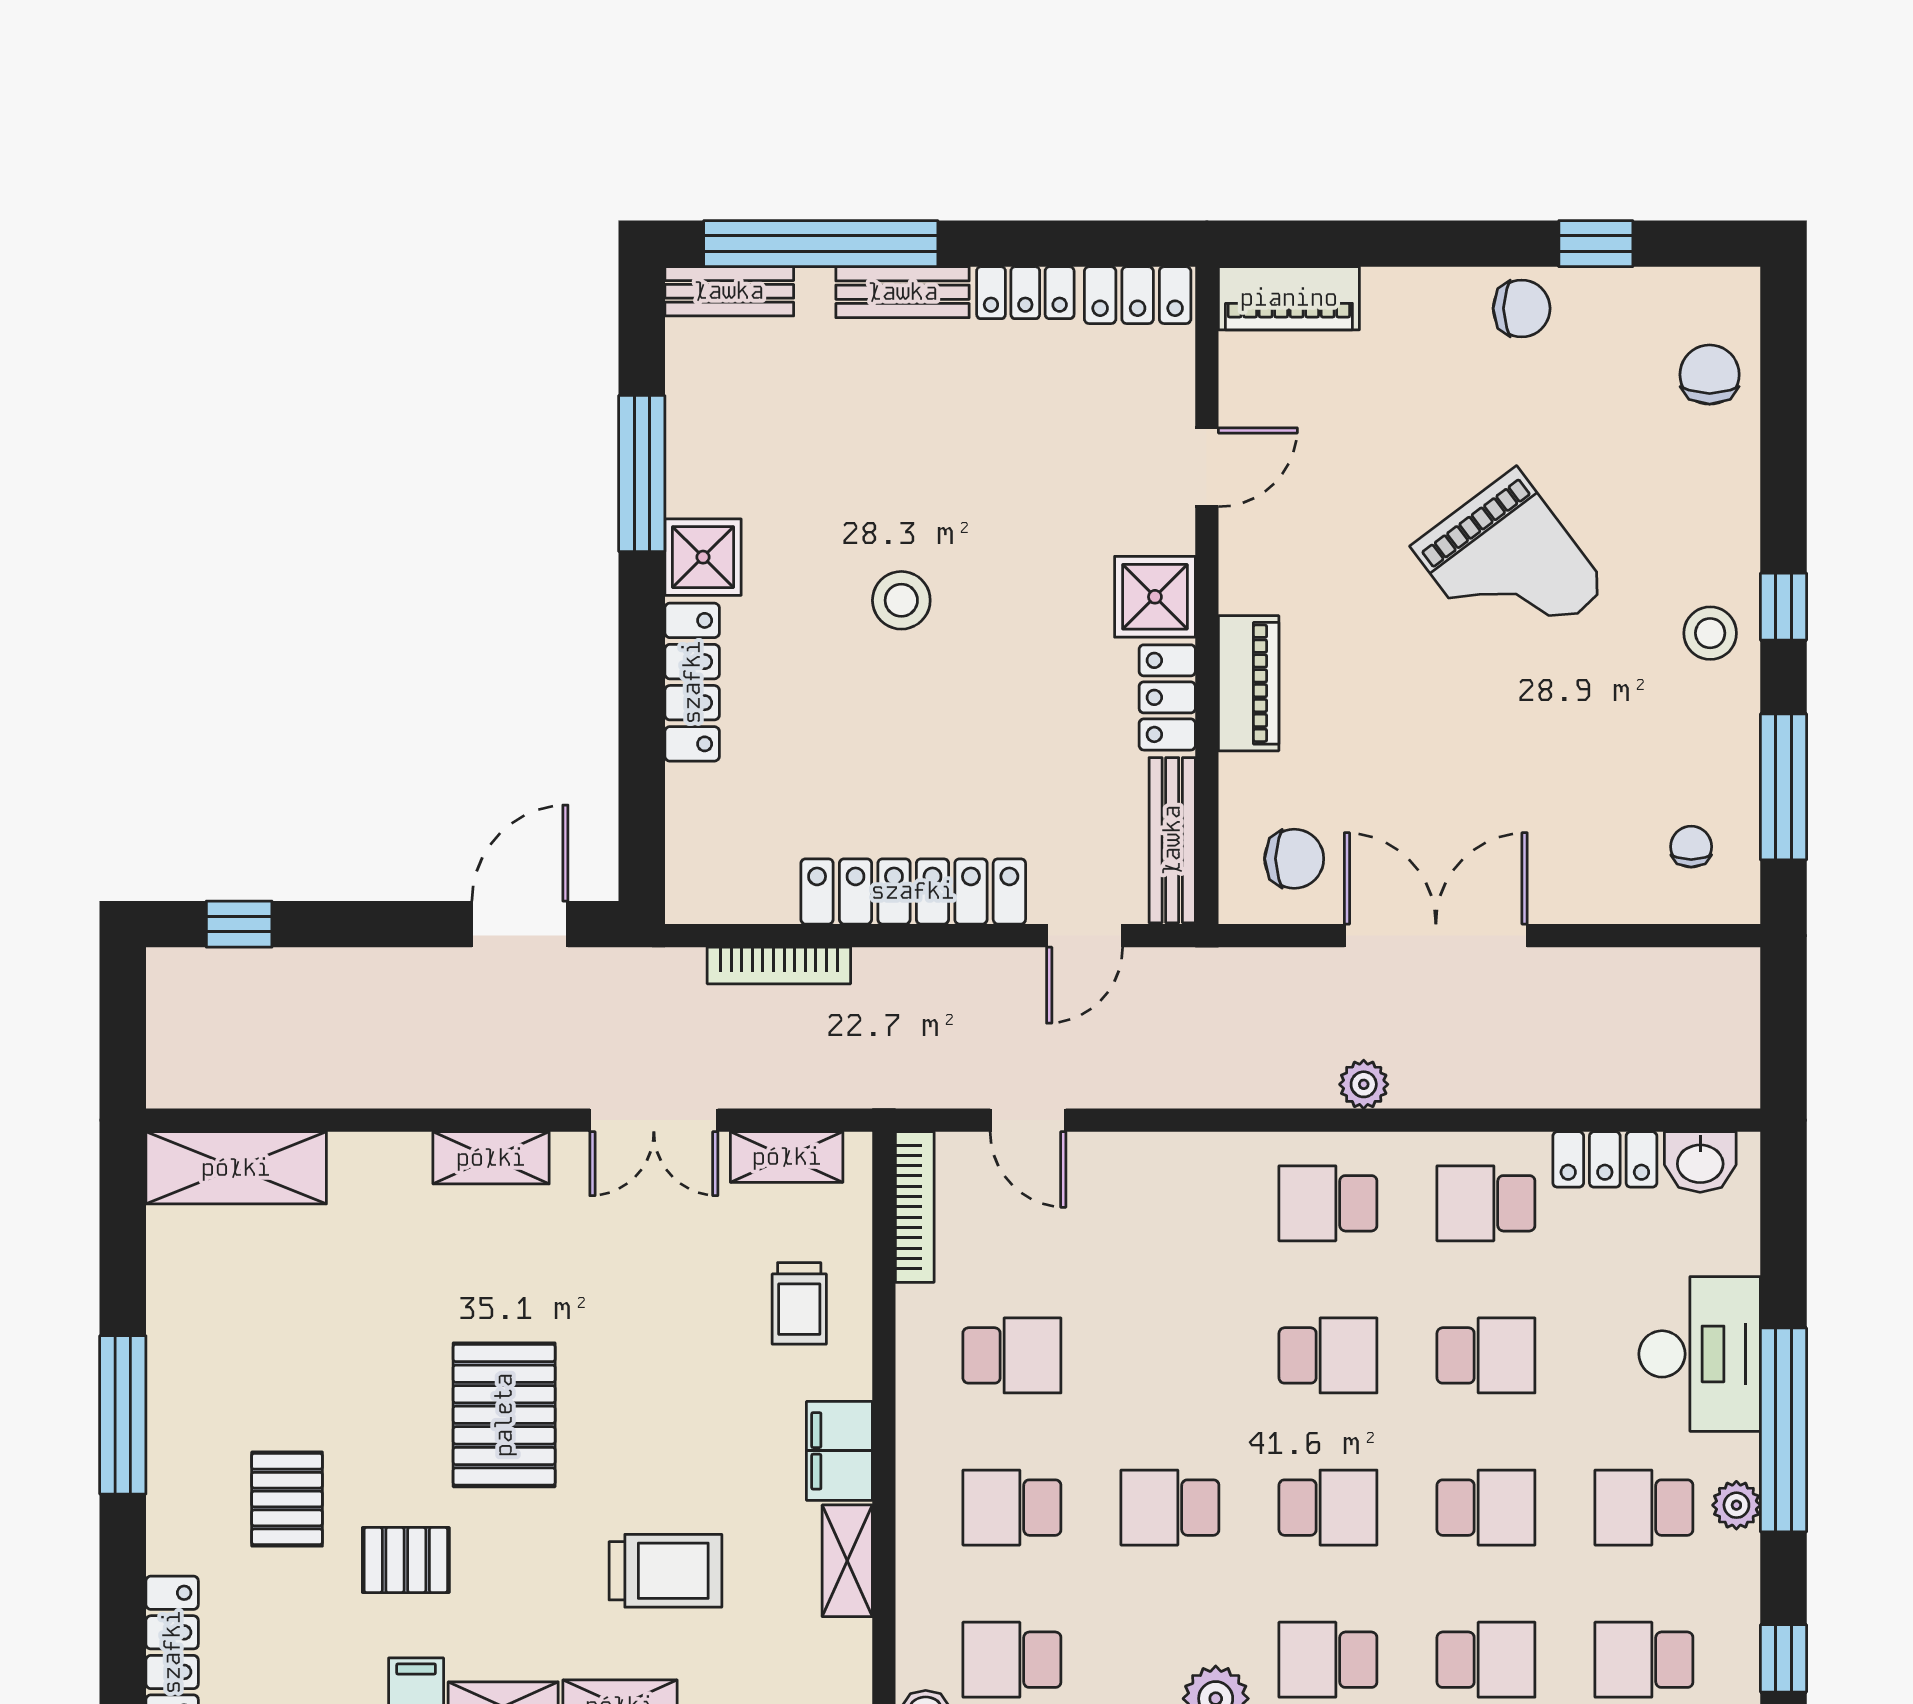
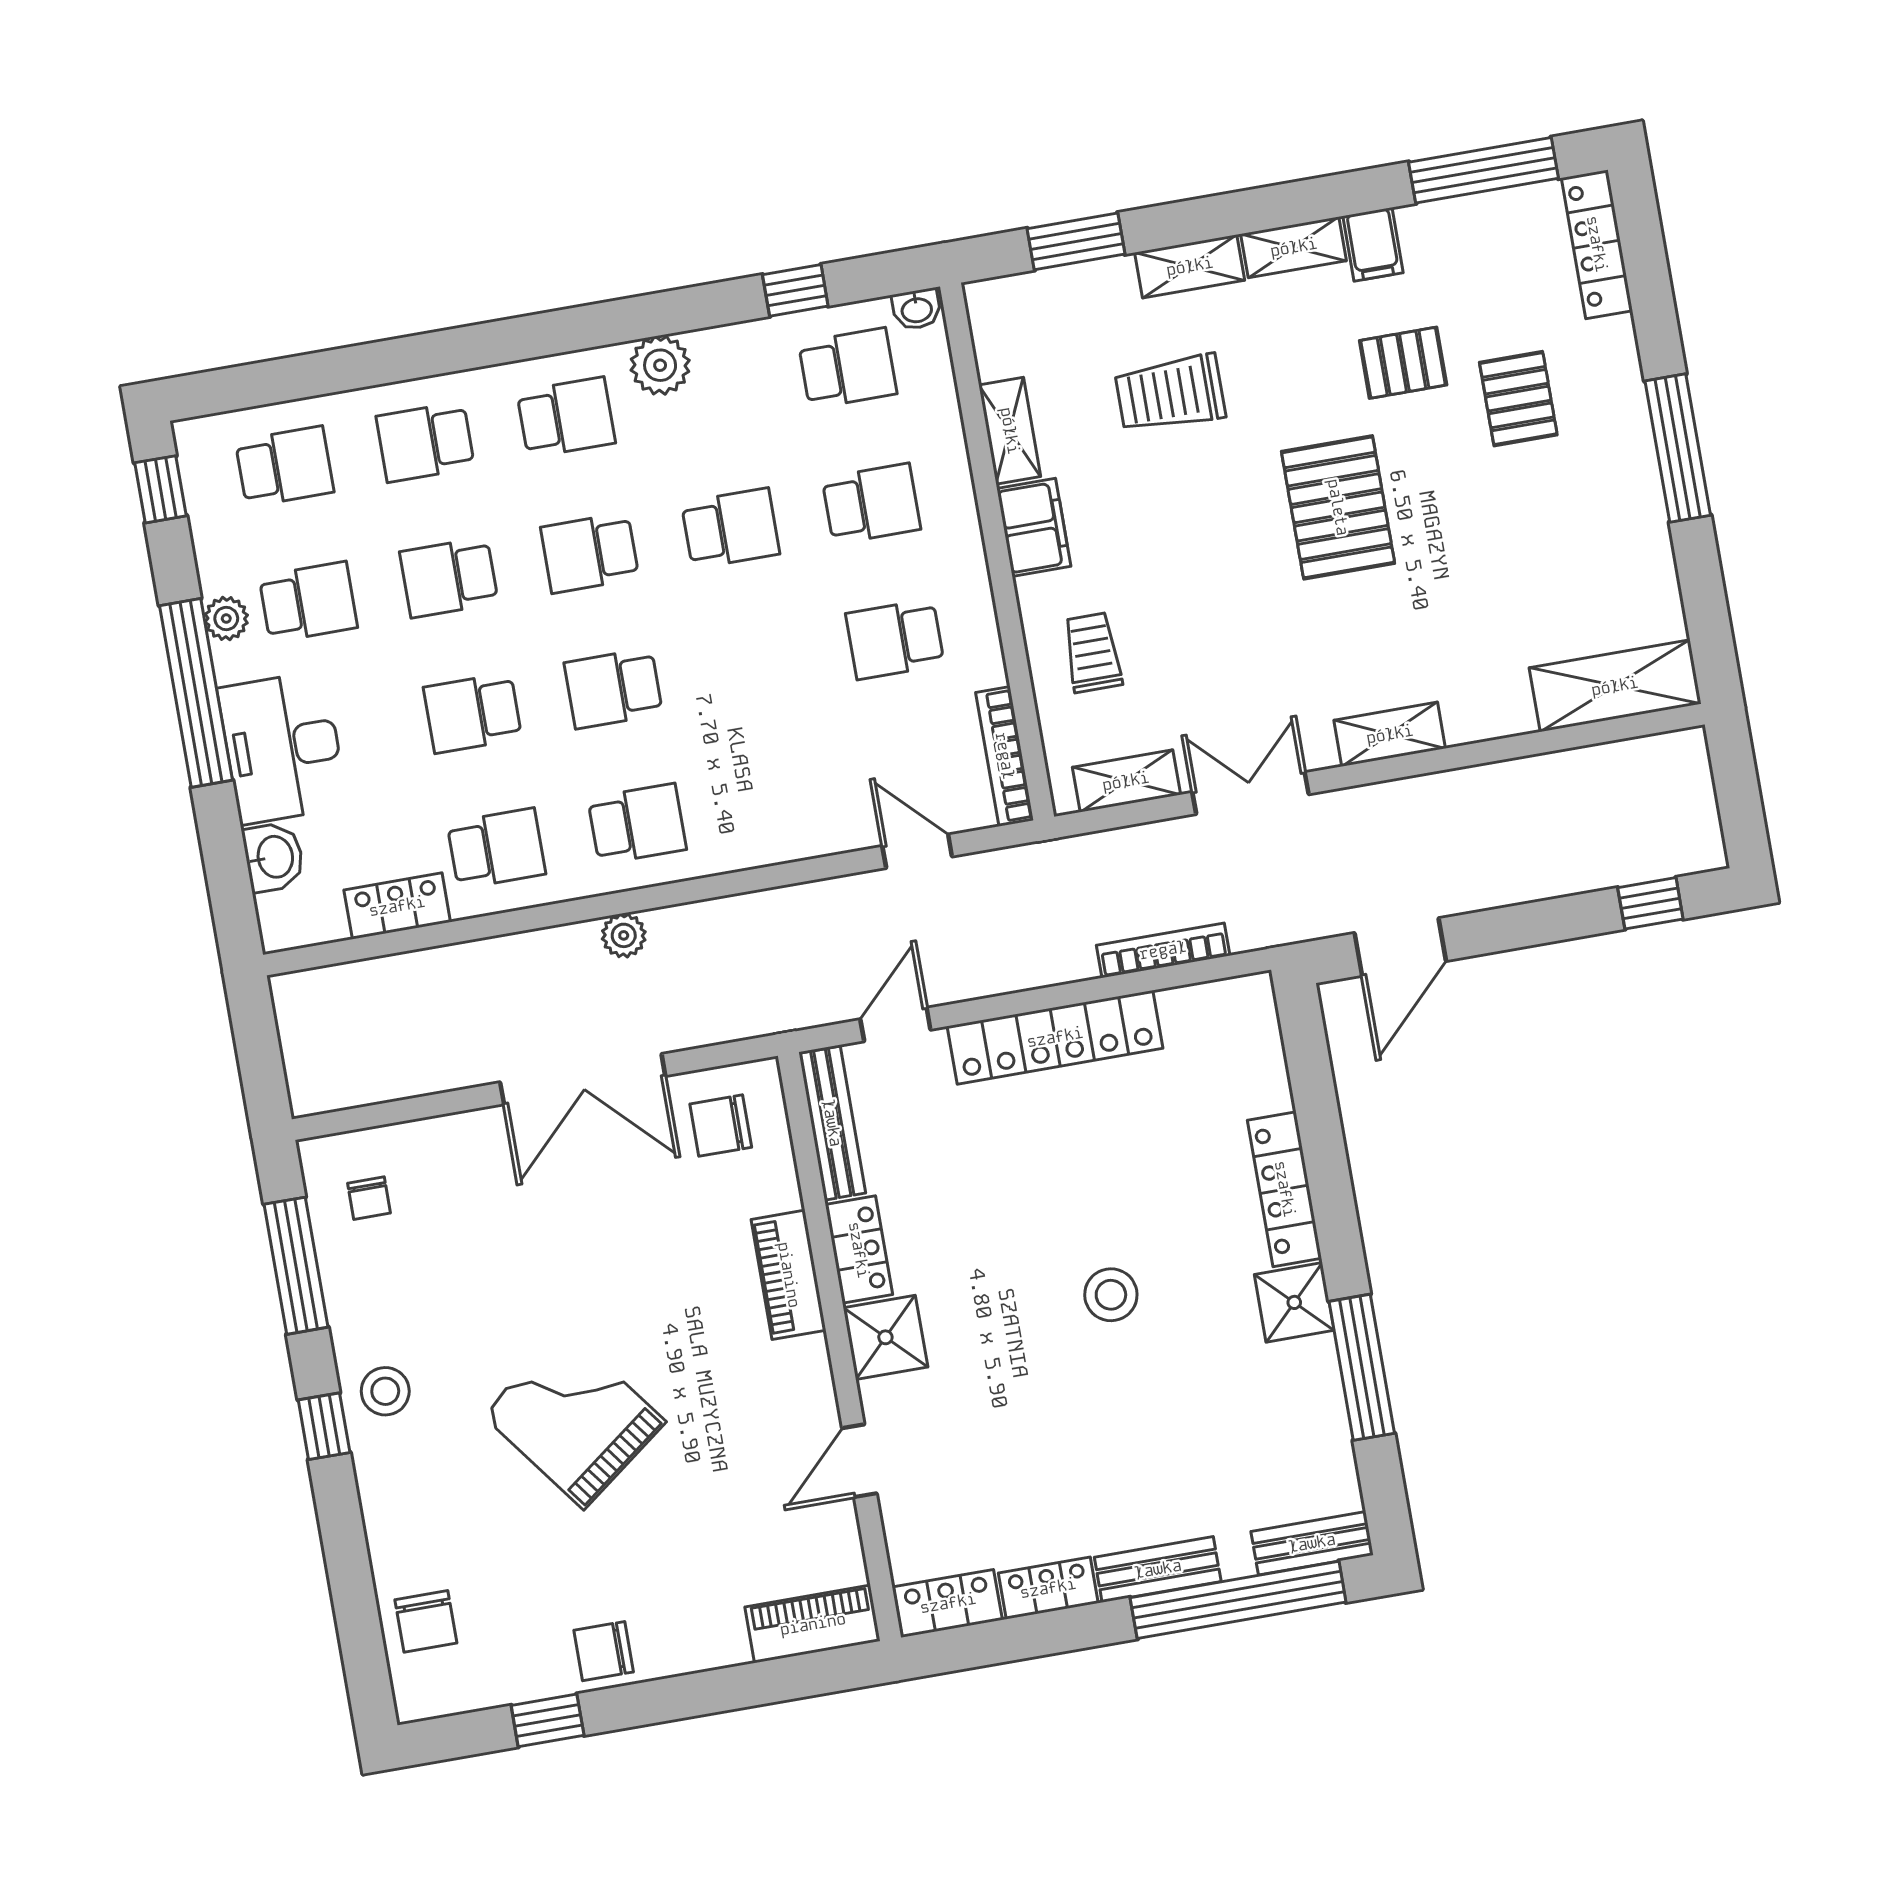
washbasin: (1700, 1162) -> (274, 857), moved, turned 90

